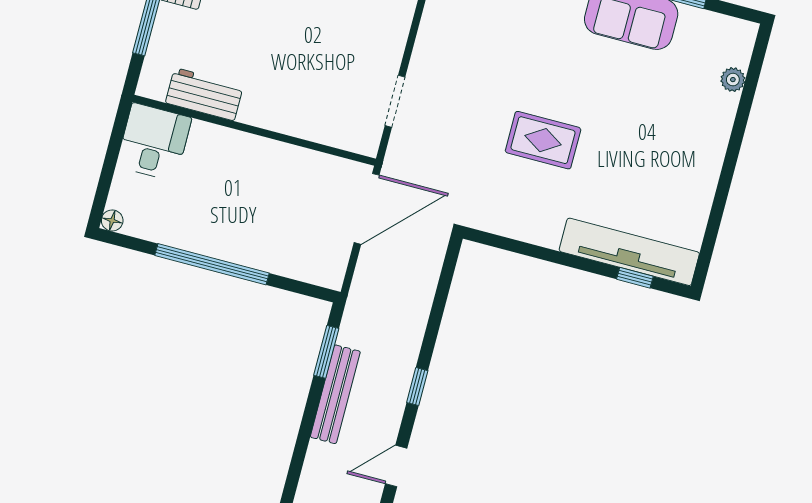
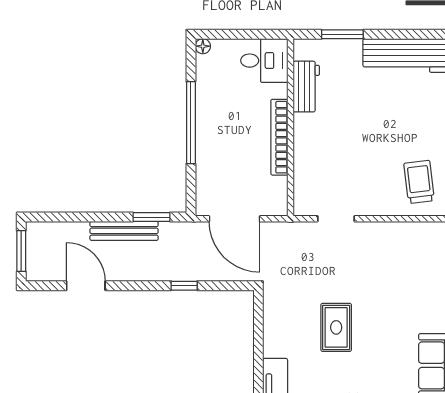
bookcase: (264, 149) -> (279, 137), added
door: (367, 209) -> (234, 219), moved
window: (417, 387) -> (184, 286), moved
door: (396, 466) -> (86, 286), width x1.37

